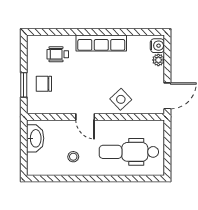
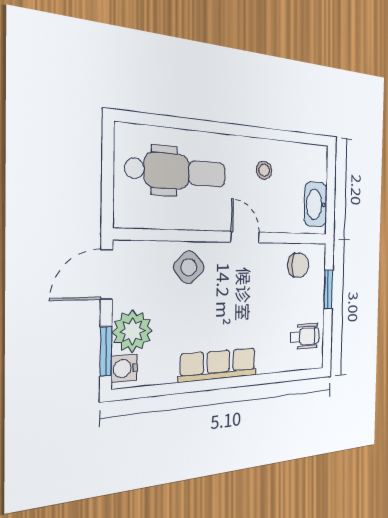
wheelchair: (58, 54) -> (305, 336), moved
window: (167, 56) -> (106, 351), added
plant: (158, 60) -> (132, 331), width x1.88, depth x1.88
chair: (44, 84) -> (298, 265), moved

